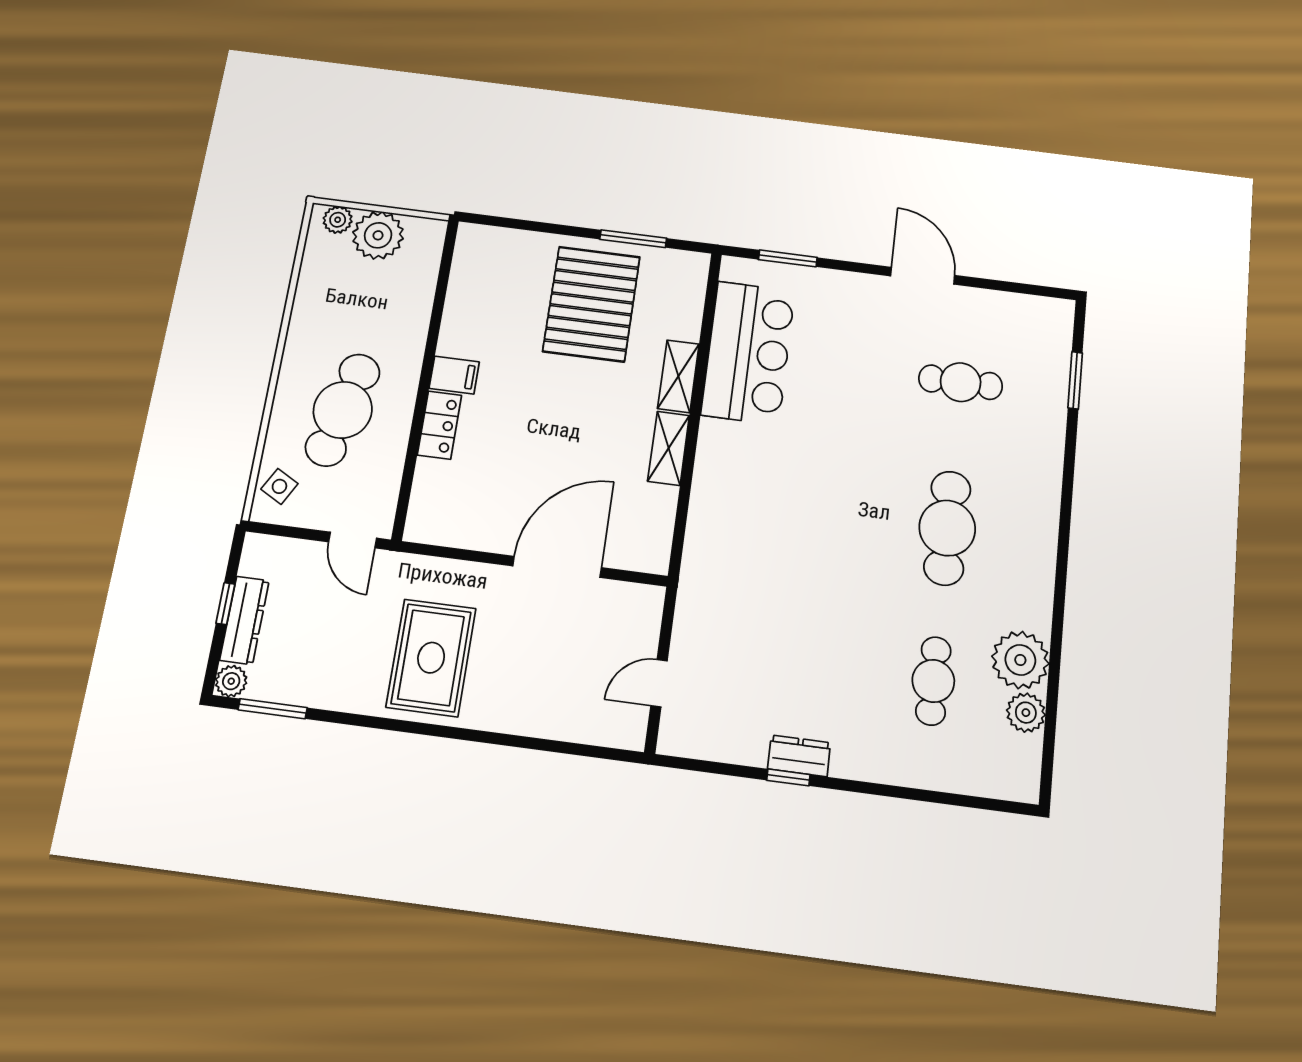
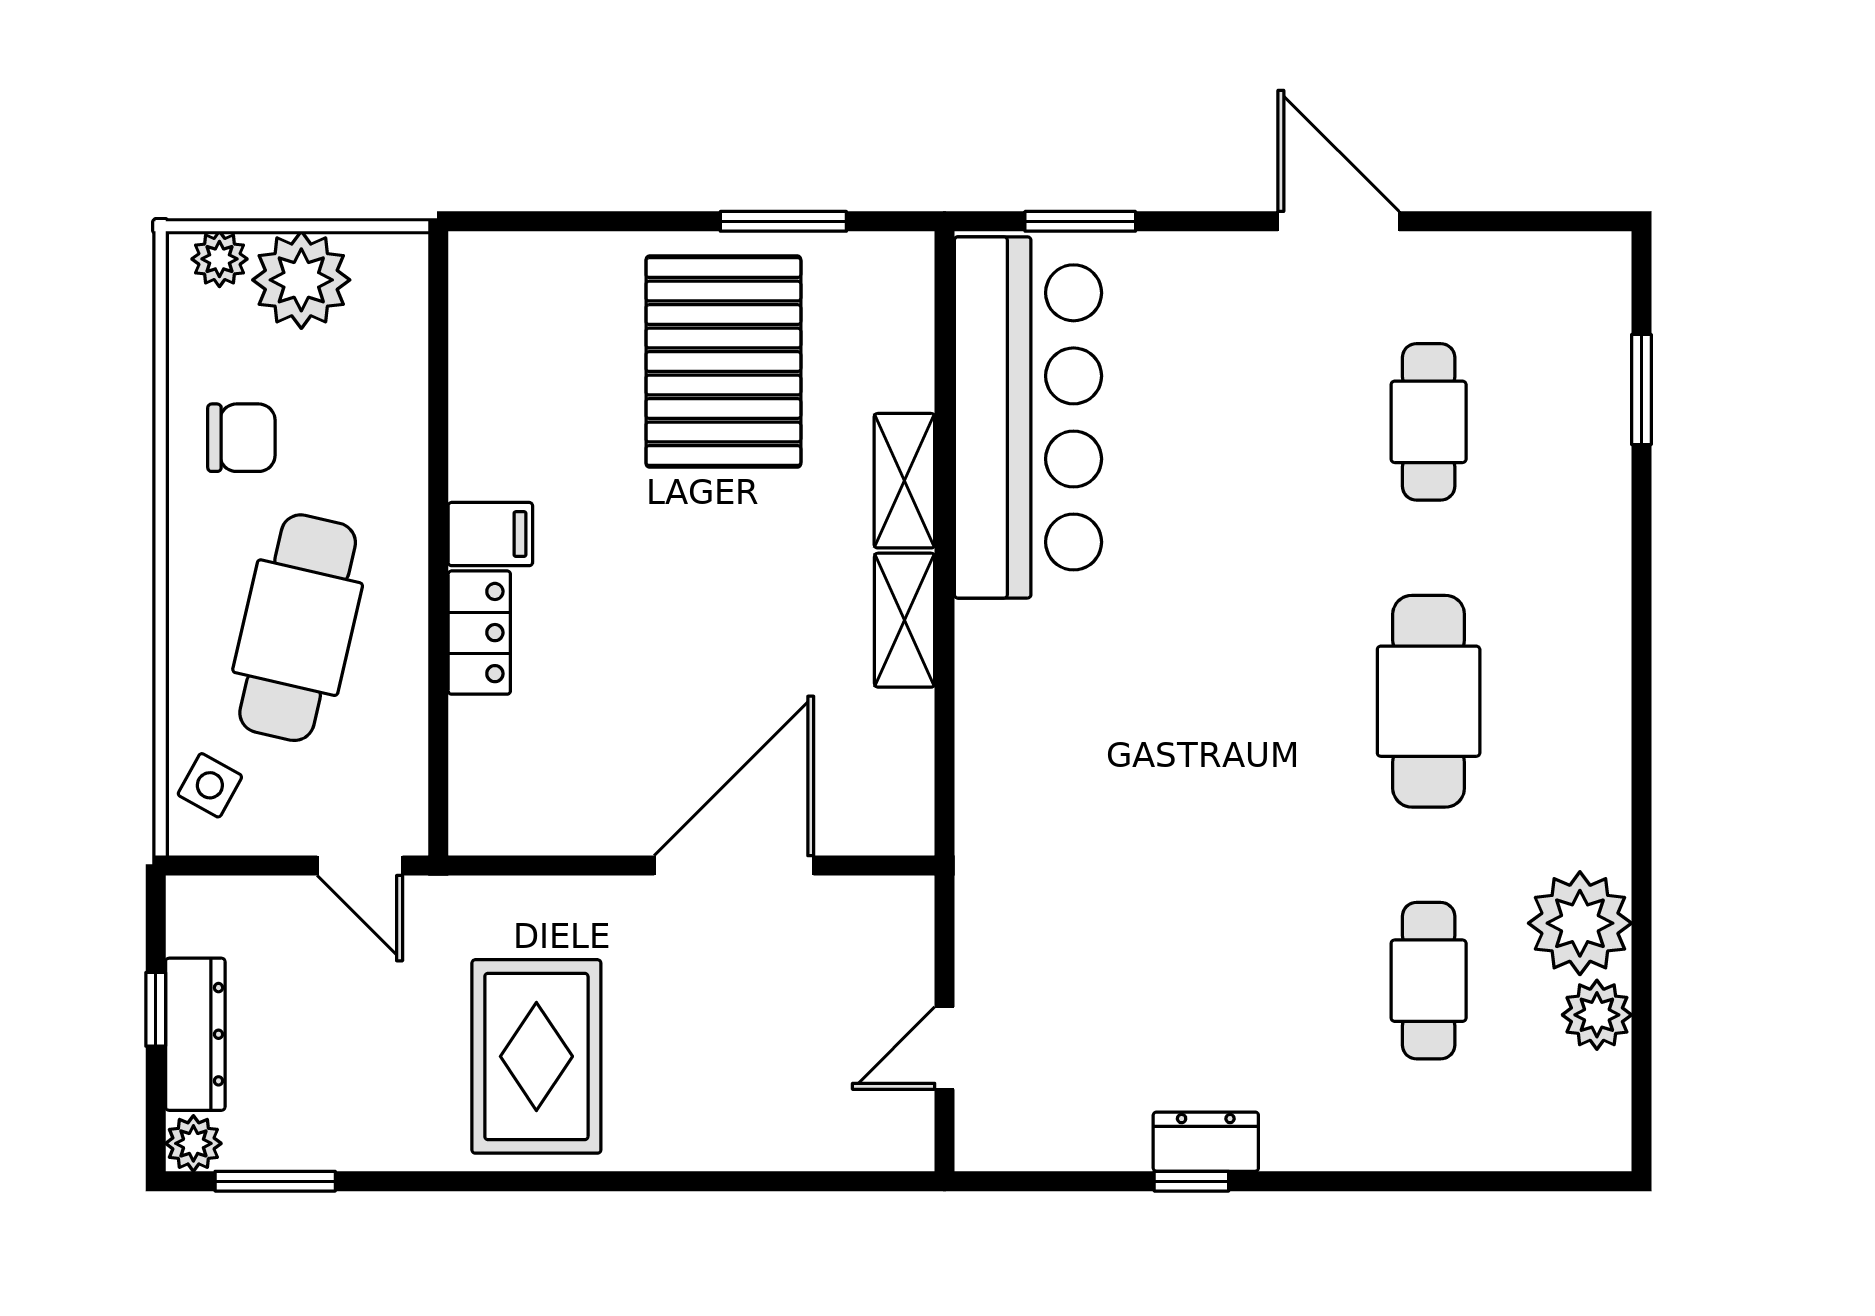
chair: (332, 309) -> (241, 438), added
bar counter: (748, 353) -> (1028, 417), width x1.36
cafe table: (961, 382) -> (1429, 422), turned 90

